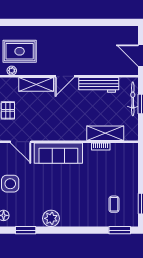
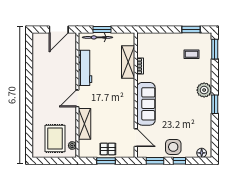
door: (65, 76) -> (77, 98), swing flipped
door: (21, 142) -> (136, 138), hinge flipped
plant: (51, 218) -> (204, 90), moved
window: (26, 230) -> (215, 104), moved

